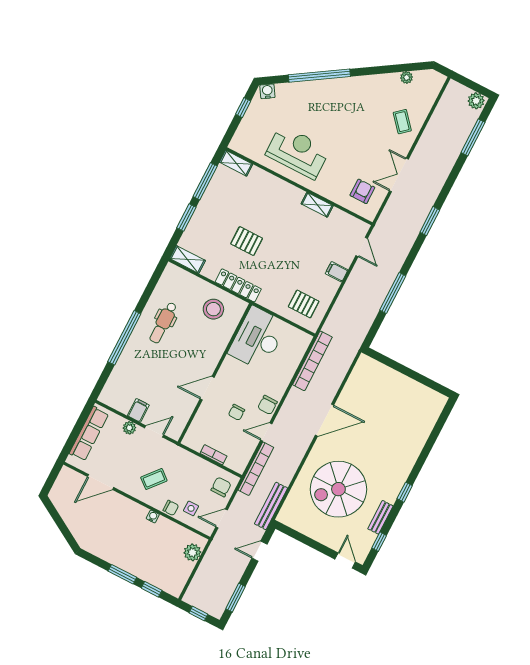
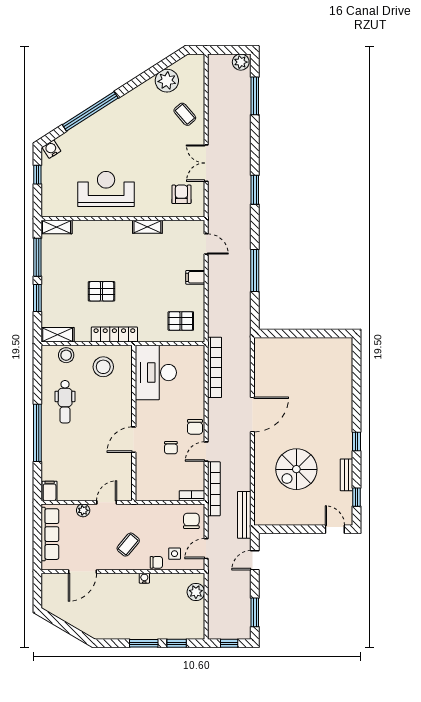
plant: (407, 78) -> (167, 81), width x1.88, depth x1.88
stool: (186, 282) -> (66, 355), added
filing cabinet: (138, 410) -> (50, 491), moved
bookcase: (214, 455) -> (192, 496), moved
spiral stairs: (338, 489) -> (296, 469), width x0.73, depth x0.73

